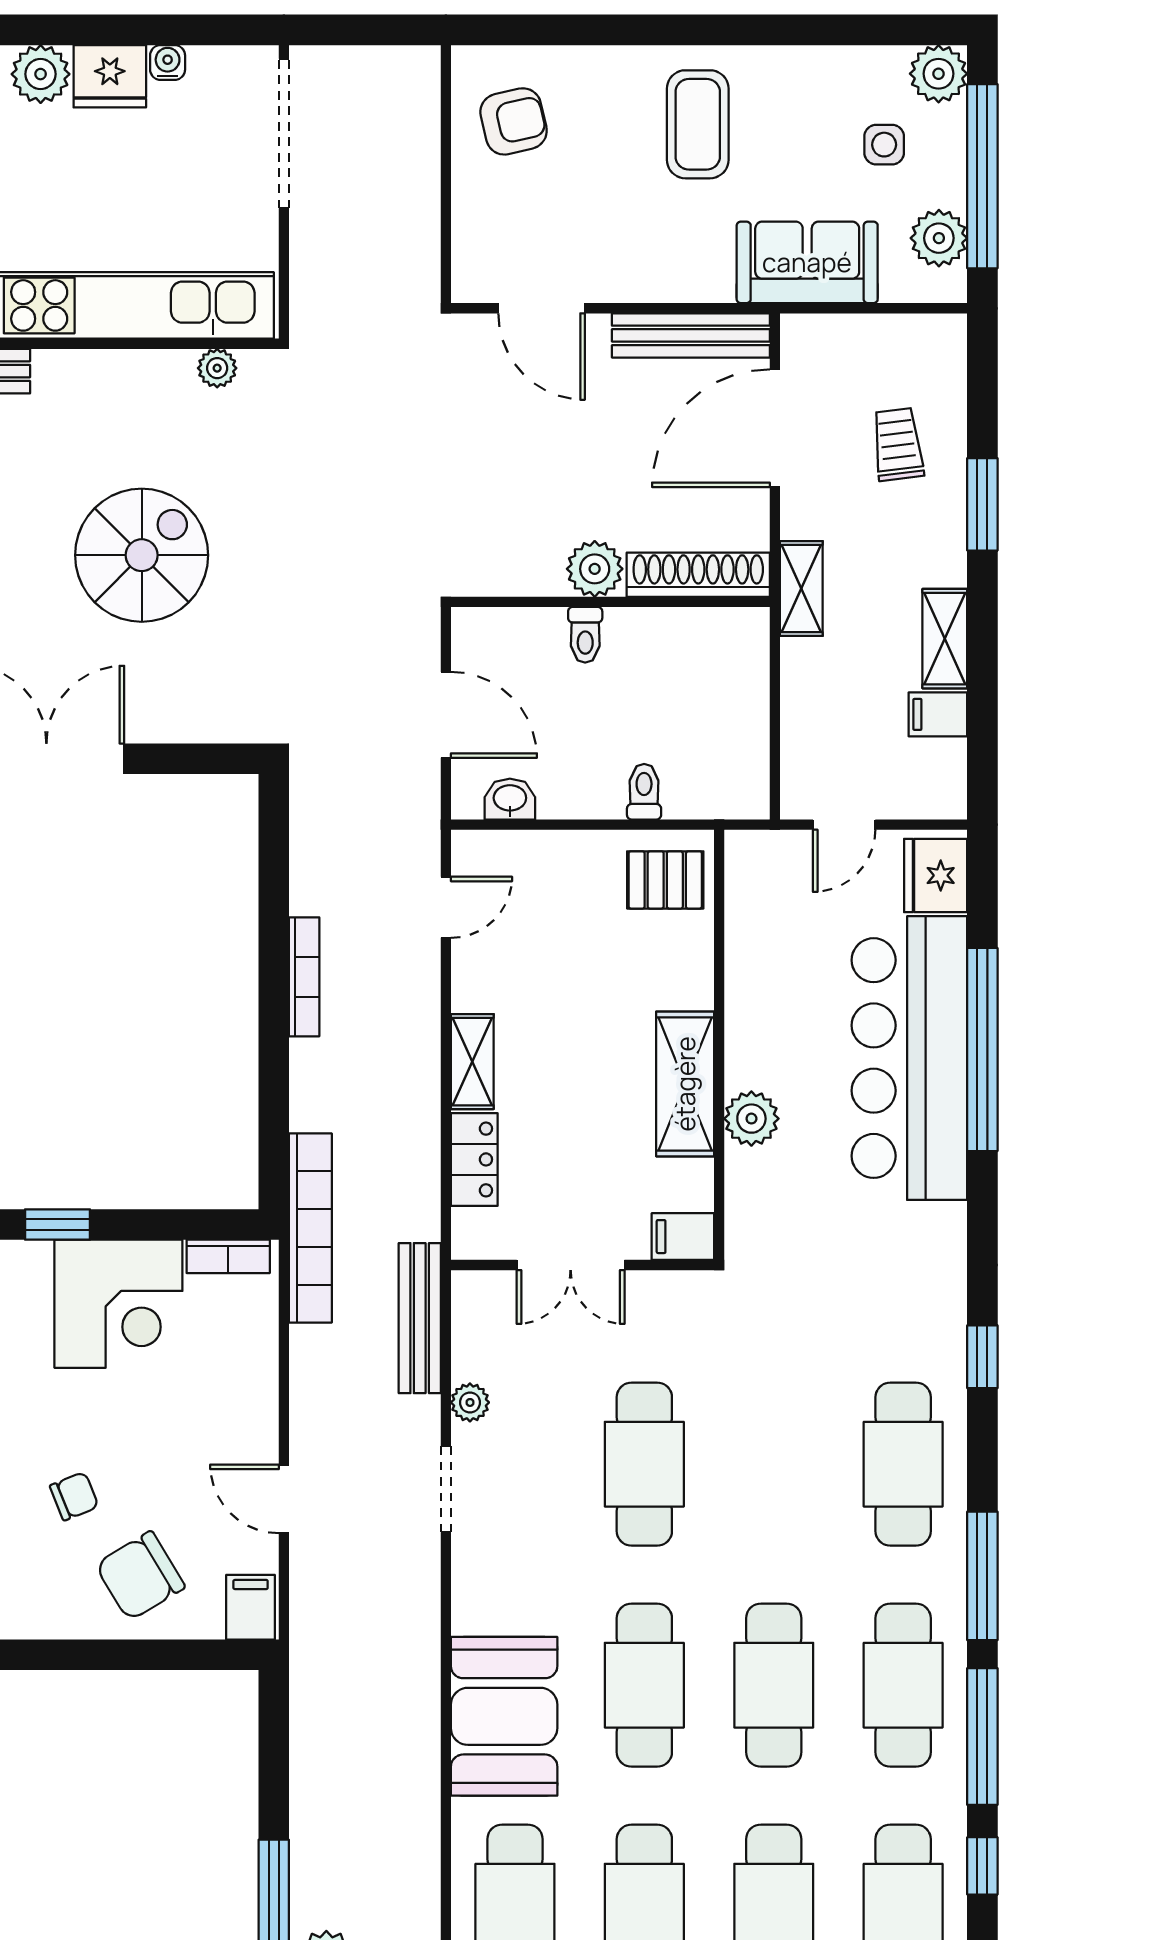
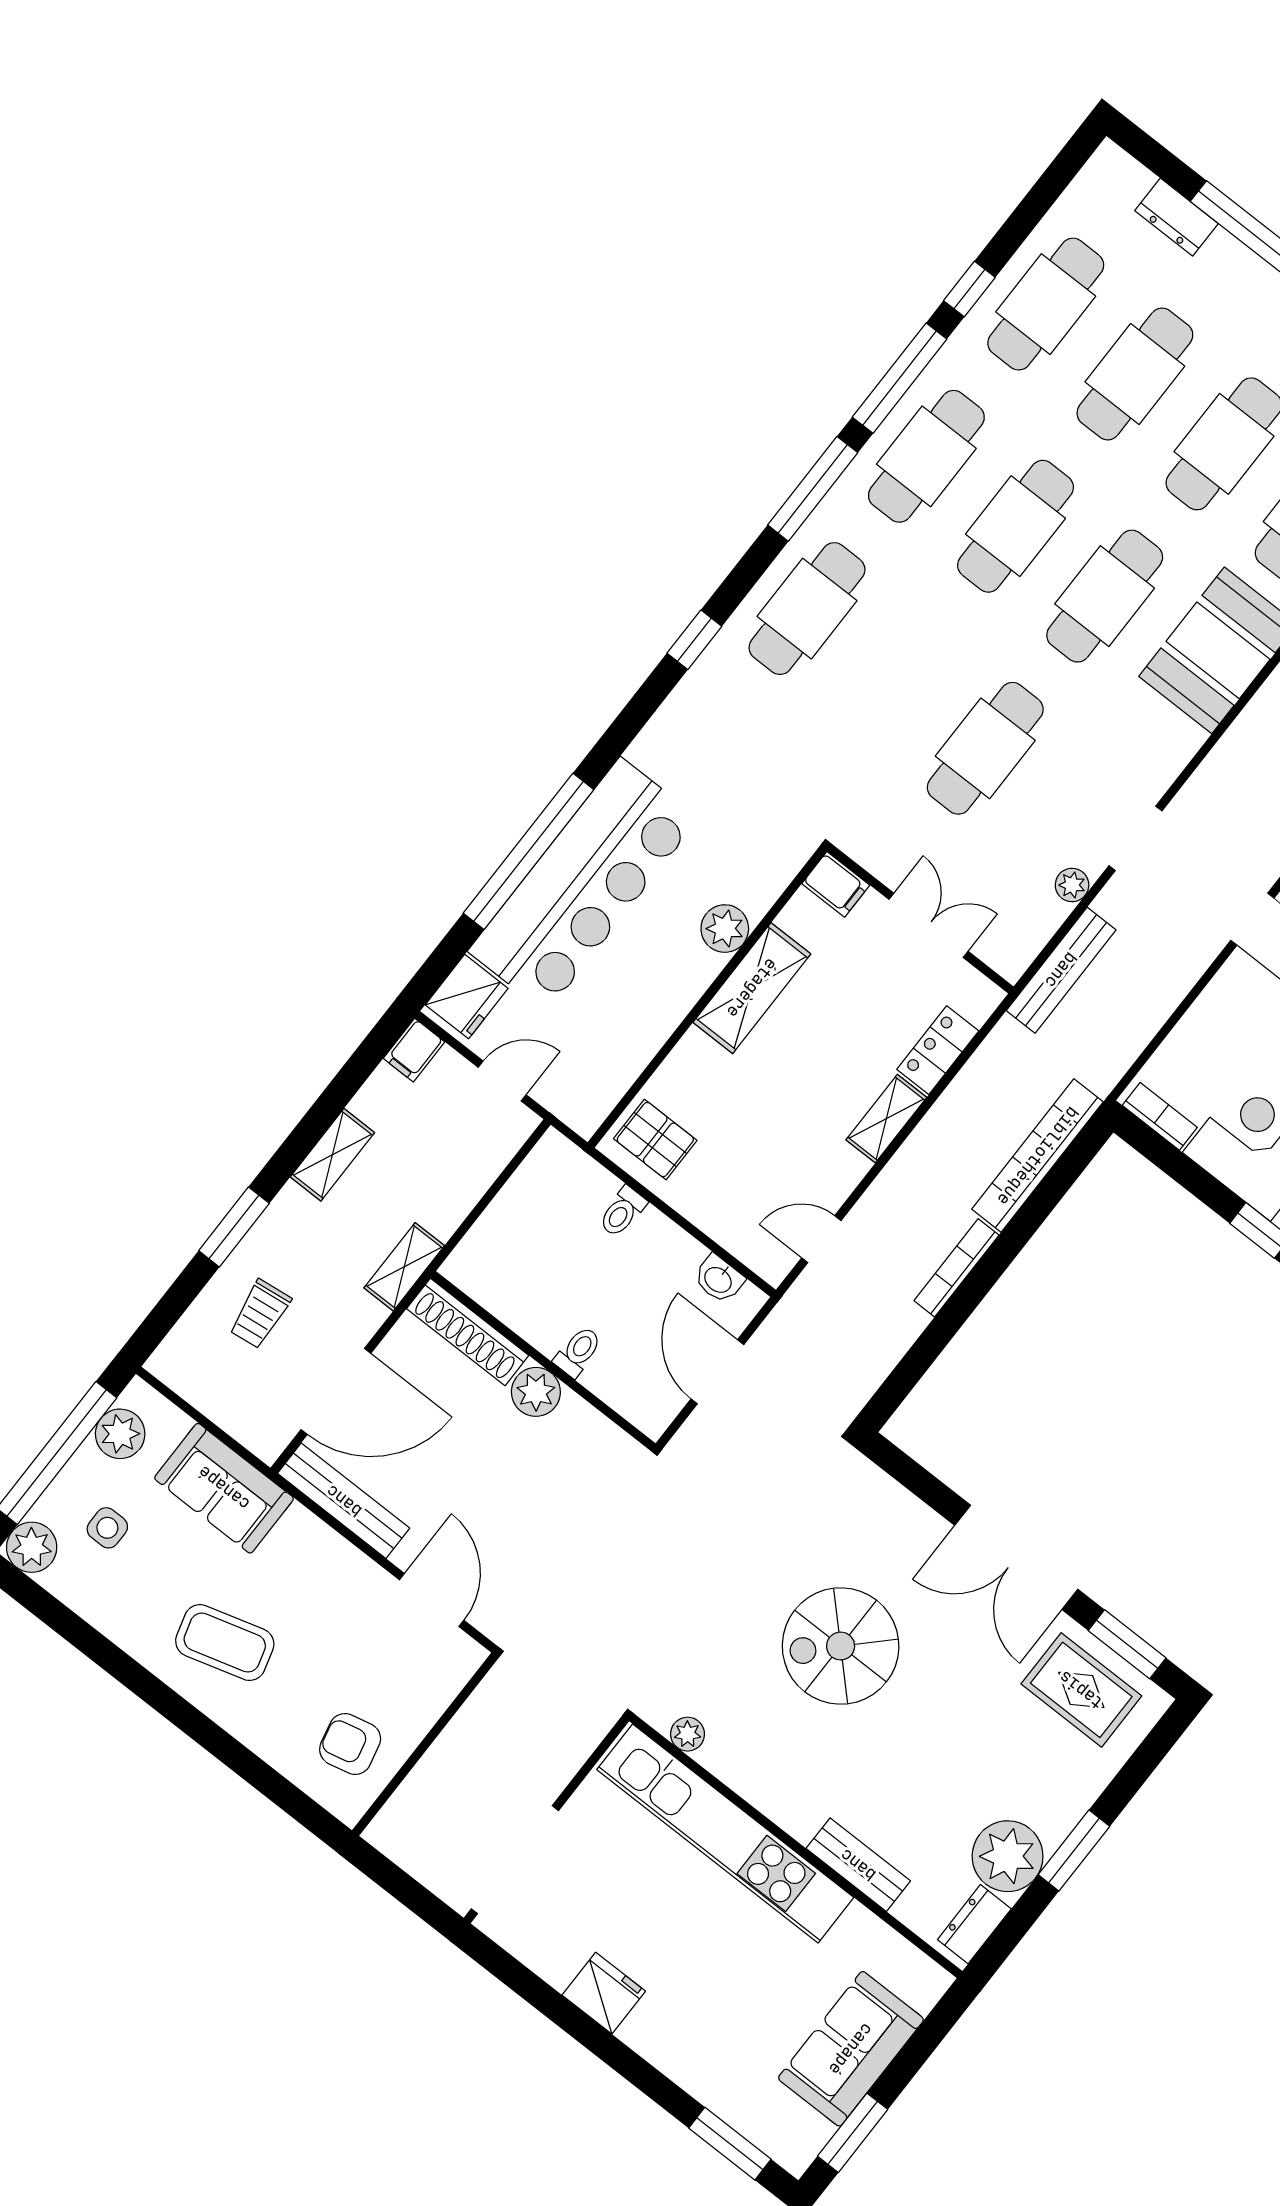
water cooler: (168, 62) -> (557, 1971), removed
plant: (41, 74) -> (650, 2032), removed
coffee table: (698, 124) -> (225, 1643), turned 74
filing cabinet: (938, 714) -> (414, 1050), moved, turned 90
bookcase: (310, 1228) -> (1038, 1156), moved

